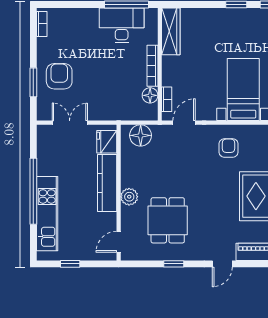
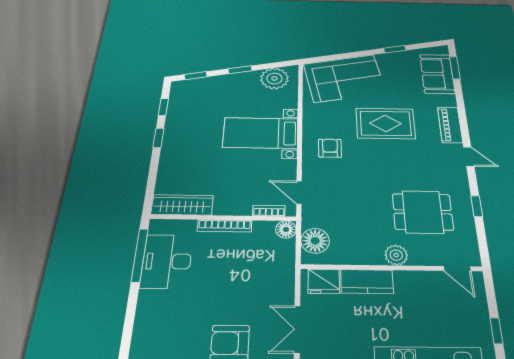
floor lamp: (150, 95) -> (286, 229), moved
armchair: (229, 148) -> (330, 148), turned 90
kitchen counter: (107, 183) -> (367, 282), width x0.67

